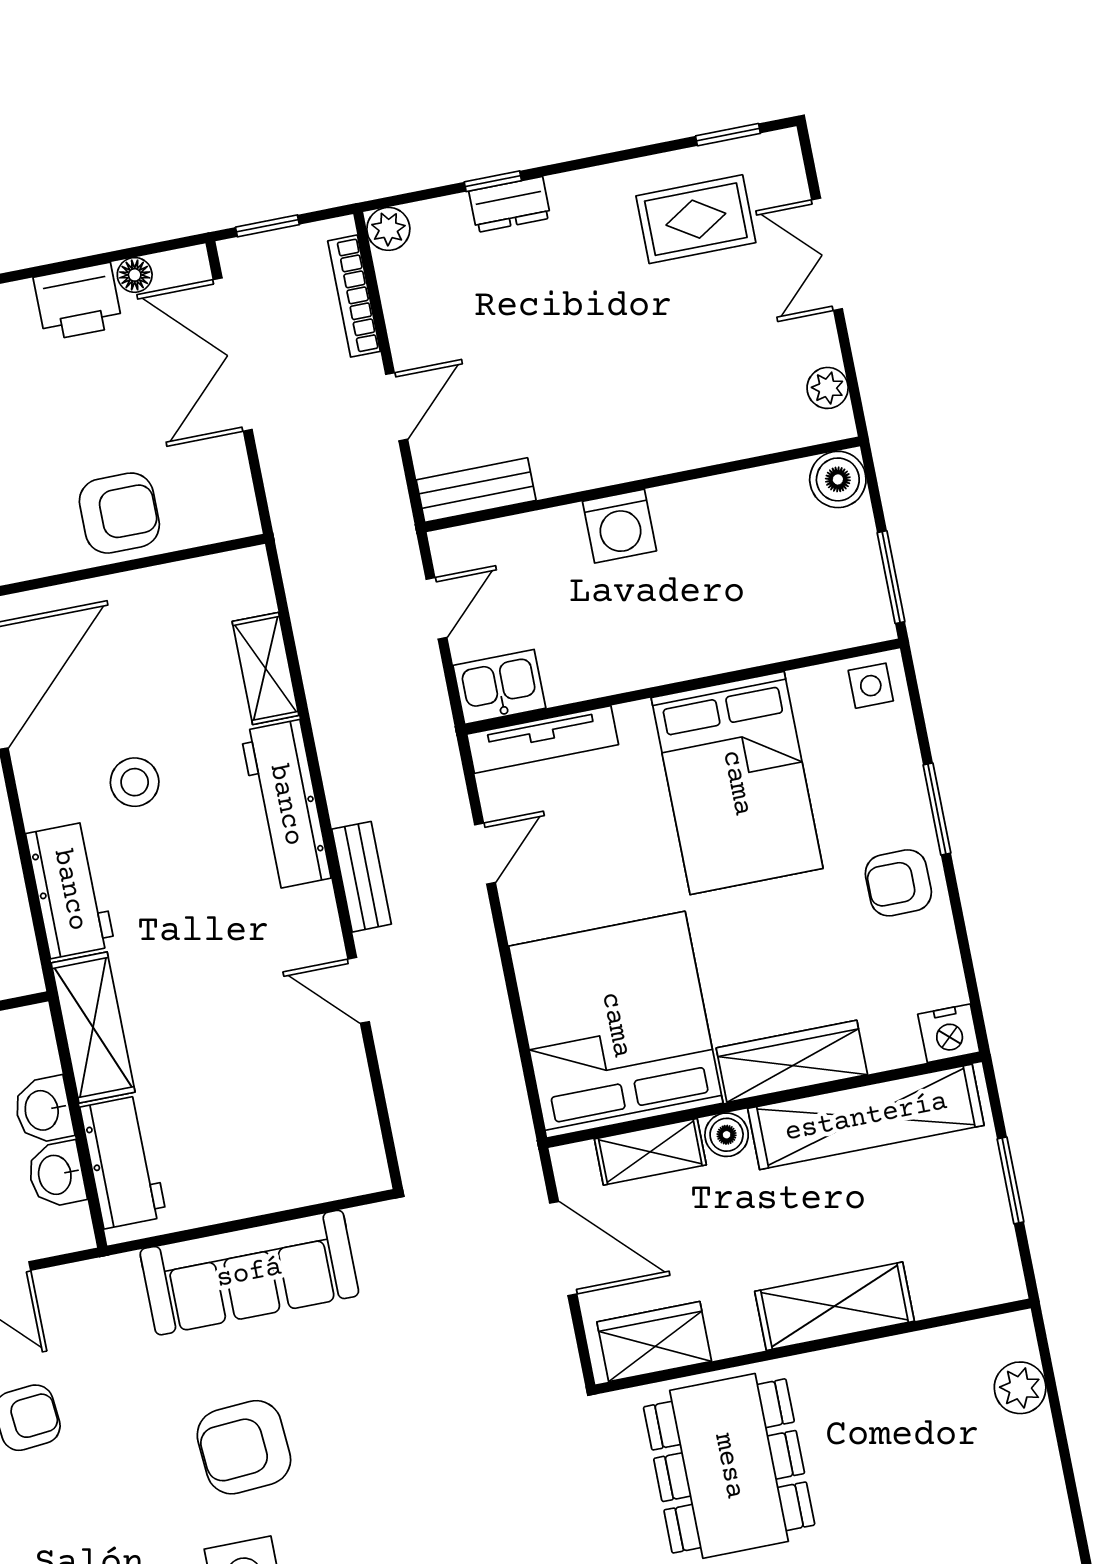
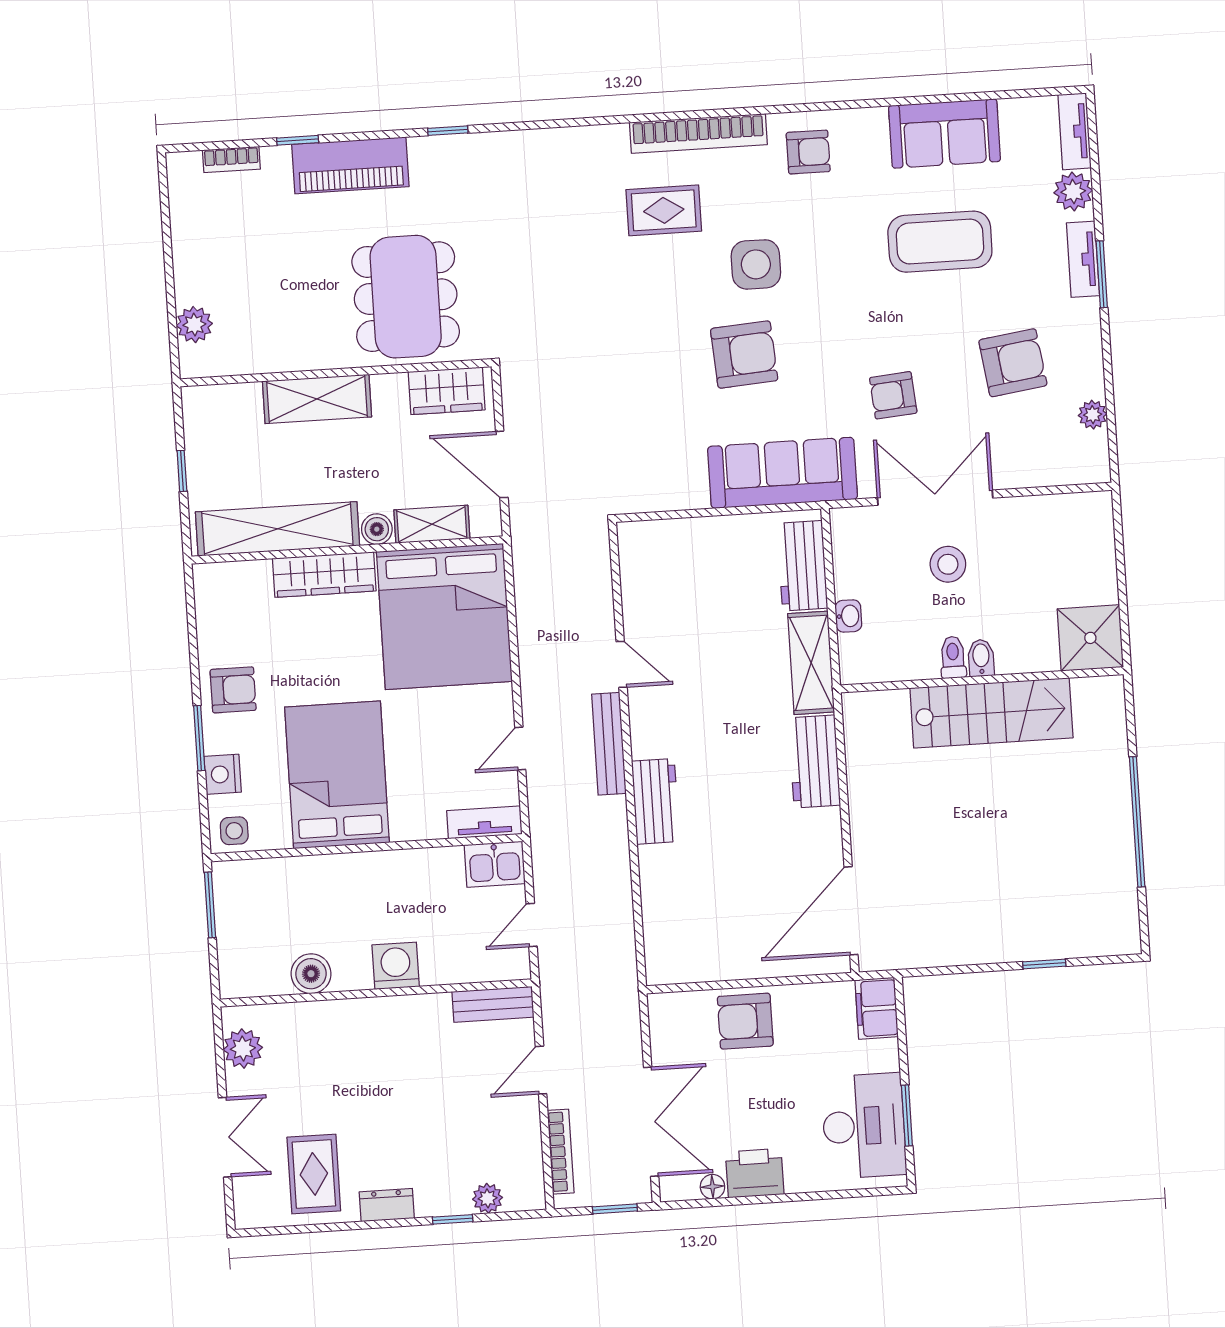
window: (728, 135) -> (284, 1230), removed
dresser: (510, 205) -> (387, 1205), moved
rug: (696, 219) -> (314, 1174), turned 90
plant: (388, 229) -> (488, 1198), moved
plant: (828, 388) -> (243, 1049), width x1.38, depth x1.38
boiler: (838, 479) -> (311, 974), moved
shelving: (266, 668) -> (657, 899), removed
tv unit: (543, 739) -> (484, 822), width x0.71
stool: (135, 782) -> (759, 831), removed
workbench: (286, 805) -> (656, 801), width x0.73
bench: (362, 877) -> (609, 744), width x1.36
nightstand: (949, 1033) -> (223, 774), moved, turned -90
washbasin: (43, 1110) -> (848, 616), width x0.72, depth x0.69
washbasin: (56, 1174) -> (850, 563), removed
window: (1010, 1180) -> (182, 471), width x0.67
sofa: (249, 1273) -> (783, 473), moved

